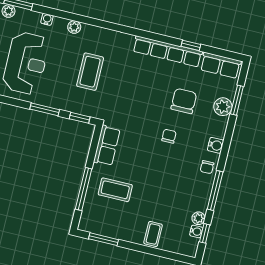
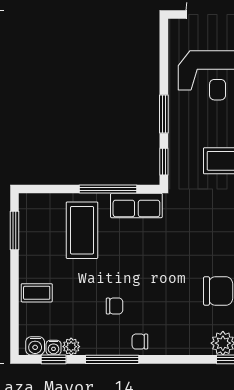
chair: (169, 136) -> (115, 306), moved
water cooler: (216, 145) -> (35, 346), moved
window: (84, 189) -> (108, 189), moved
coffee table: (115, 190) -> (82, 230), width x1.36, depth x1.32

